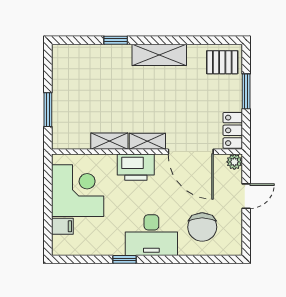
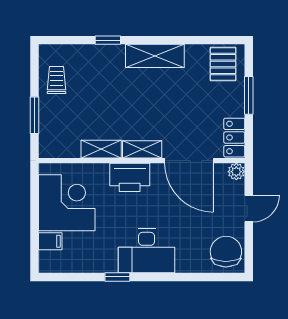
pallet: (222, 62) -> (223, 64), turned 90
trolley: (68, 77) -> (57, 80), added
chair: (202, 227) -> (226, 252), moved, turned 180

